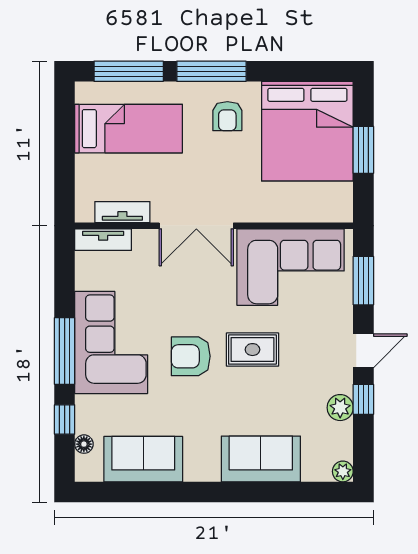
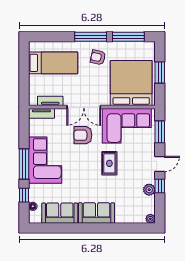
window: (129, 71) -> (128, 37), moved
armchair: (227, 116) -> (98, 57), turned 102
bed: (307, 131) -> (131, 83), moved, turned 180
rug: (252, 350) -> (109, 163), turned 90
armchair: (191, 356) -> (83, 135), moved
sofa: (261, 459) -> (97, 213), moved

